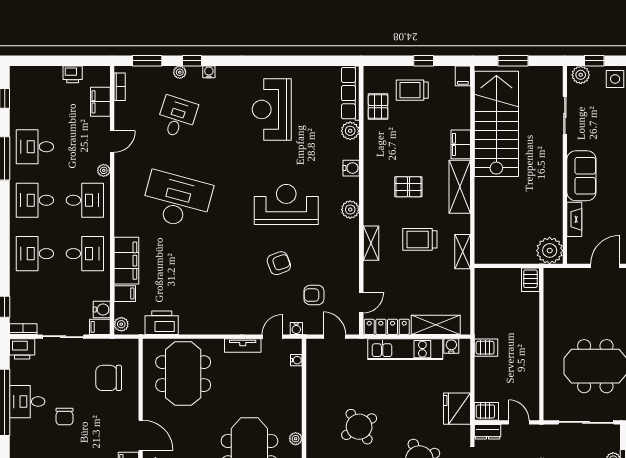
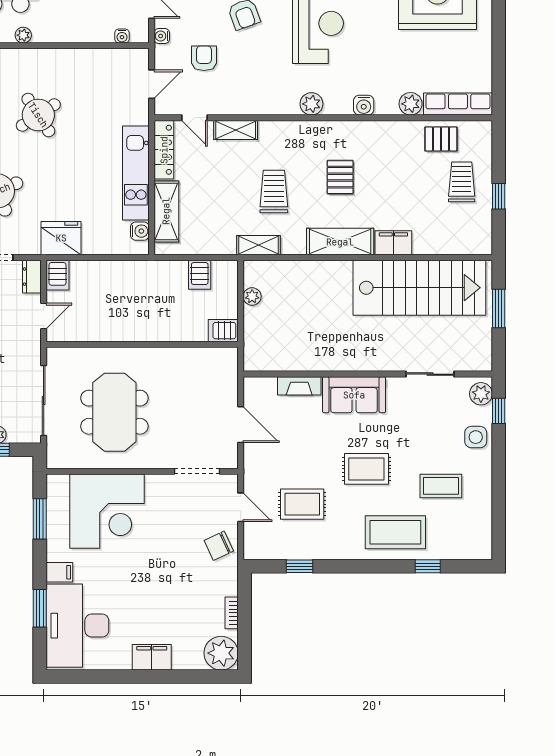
filing cabinet: (463, 76) -> (480, 246), removed
shelving: (371, 243) -> (236, 130), moved
plant: (550, 251) -> (252, 296), moved, width x0.53, depth x0.53
server rack: (486, 348) -> (200, 275), moved

